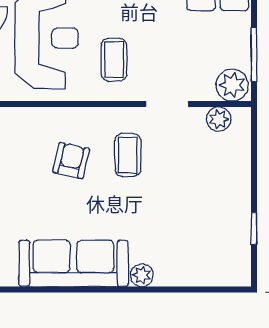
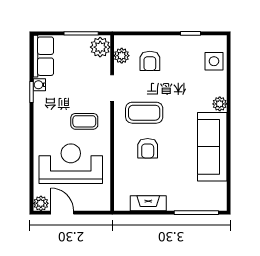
coffee table: (128, 155) -> (144, 113), width x1.36, depth x1.30
armchair: (71, 161) -> (148, 148), turned -103
armchair: (210, 164) -> (150, 61), added
side table: (210, 266) -> (214, 61), added

